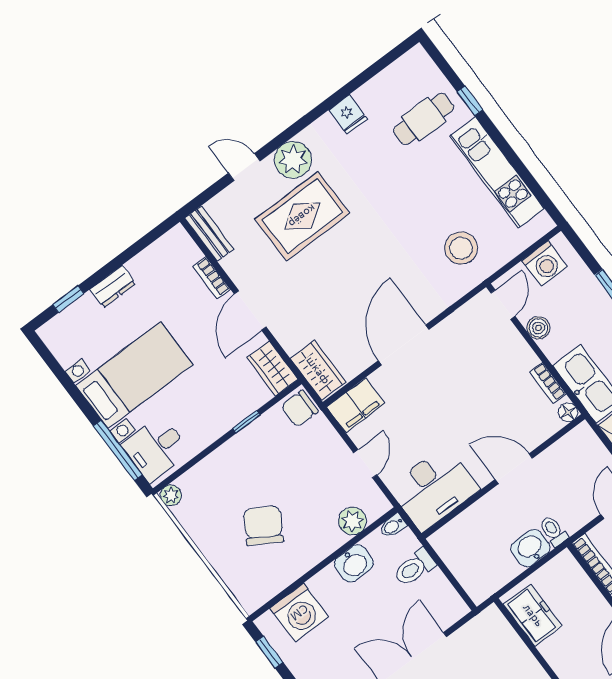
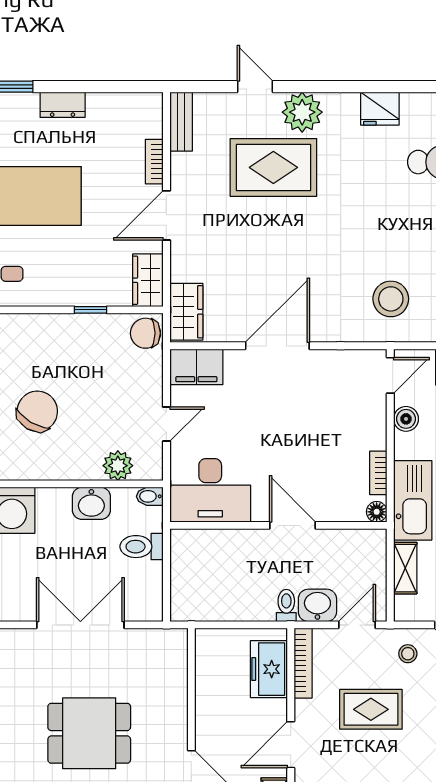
fridge: (348, 114) -> (380, 109), width x1.38
washbasin: (530, 548) -> (317, 605), moved
freezer: (533, 615) -> (269, 669), moved, turned 180

